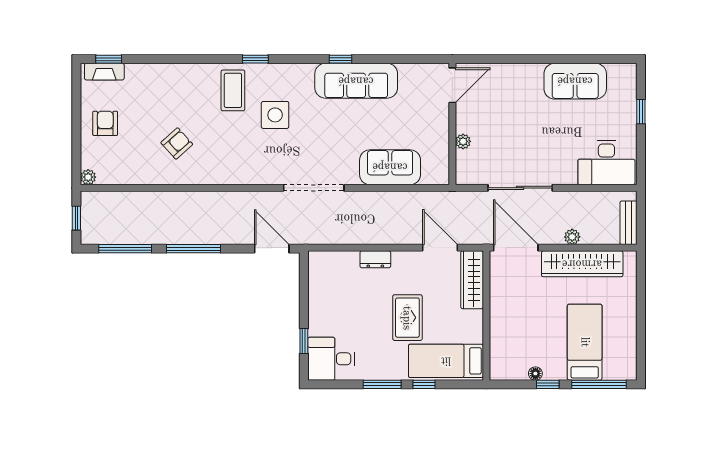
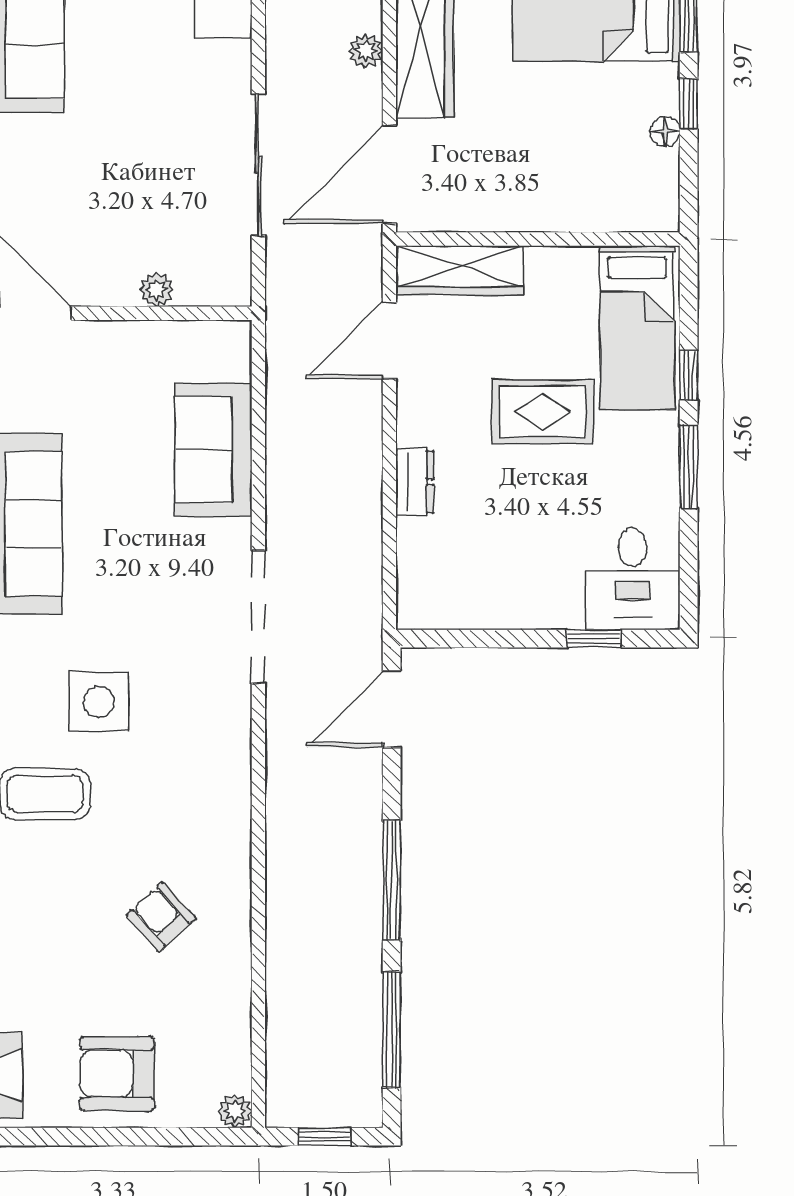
armchair: (105, 123) -> (117, 1074), width x1.38, depth x1.38

